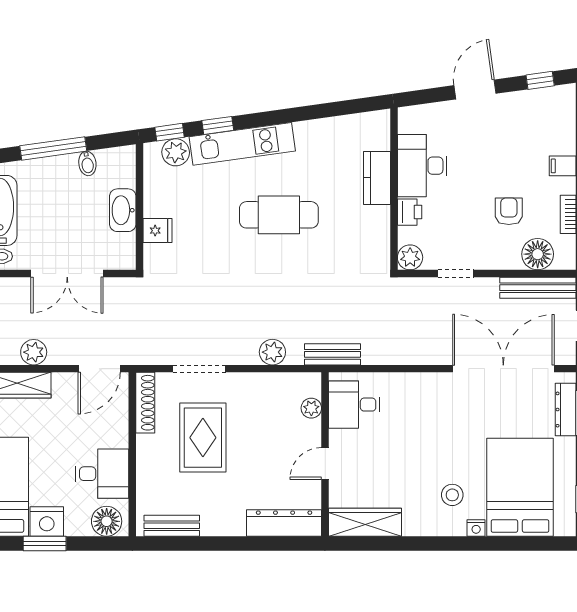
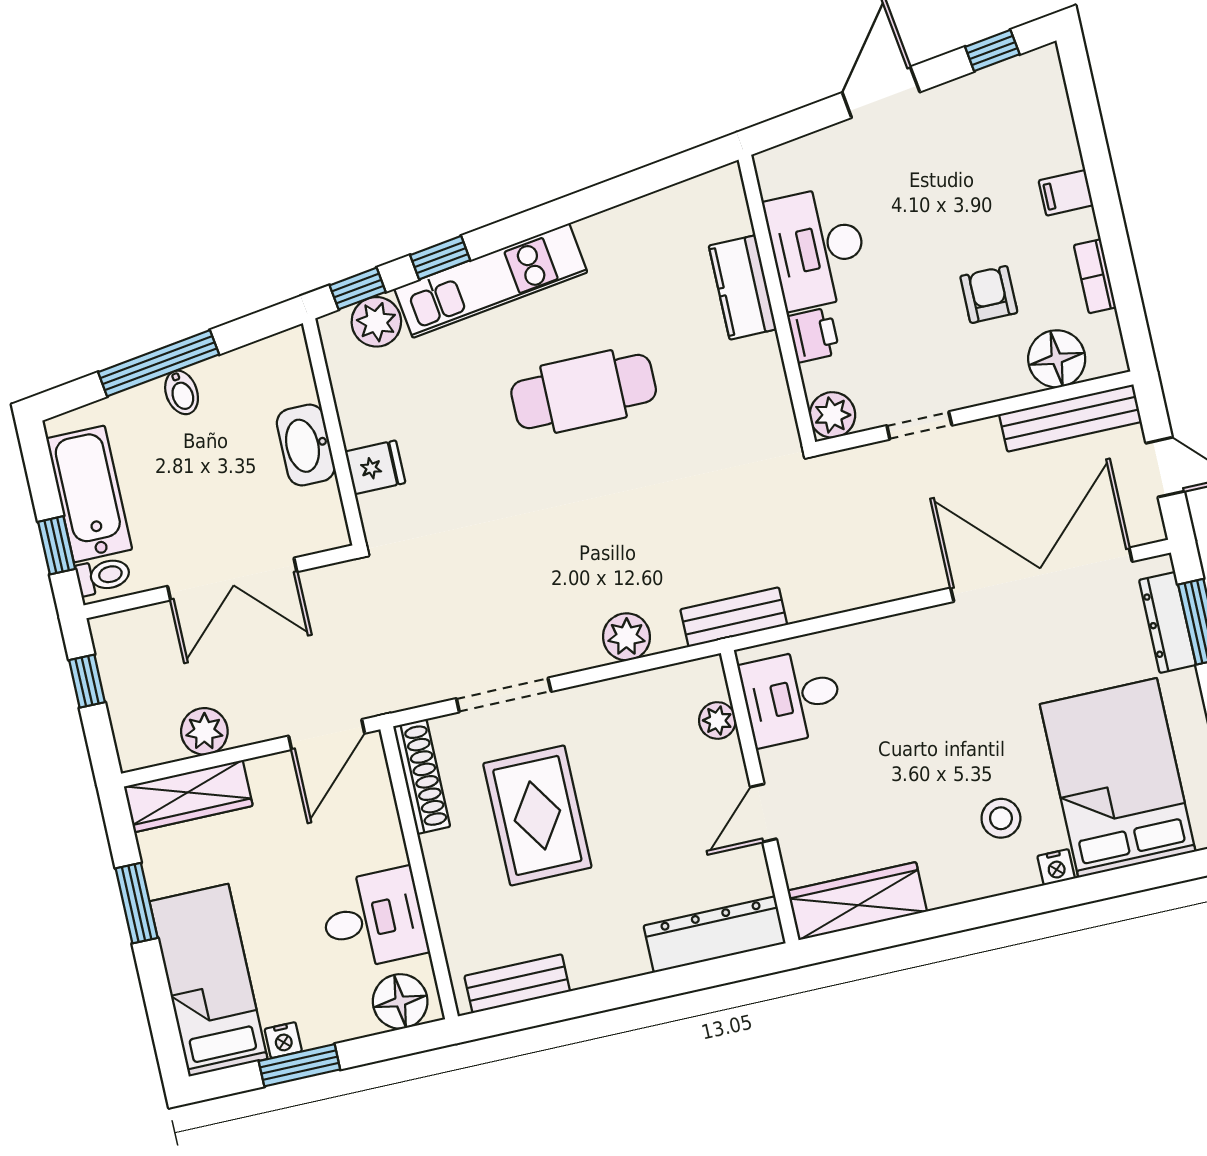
bidet: (87, 163) -> (182, 392), moved
nightstand: (47, 521) -> (283, 1040), width x0.53, depth x0.56

